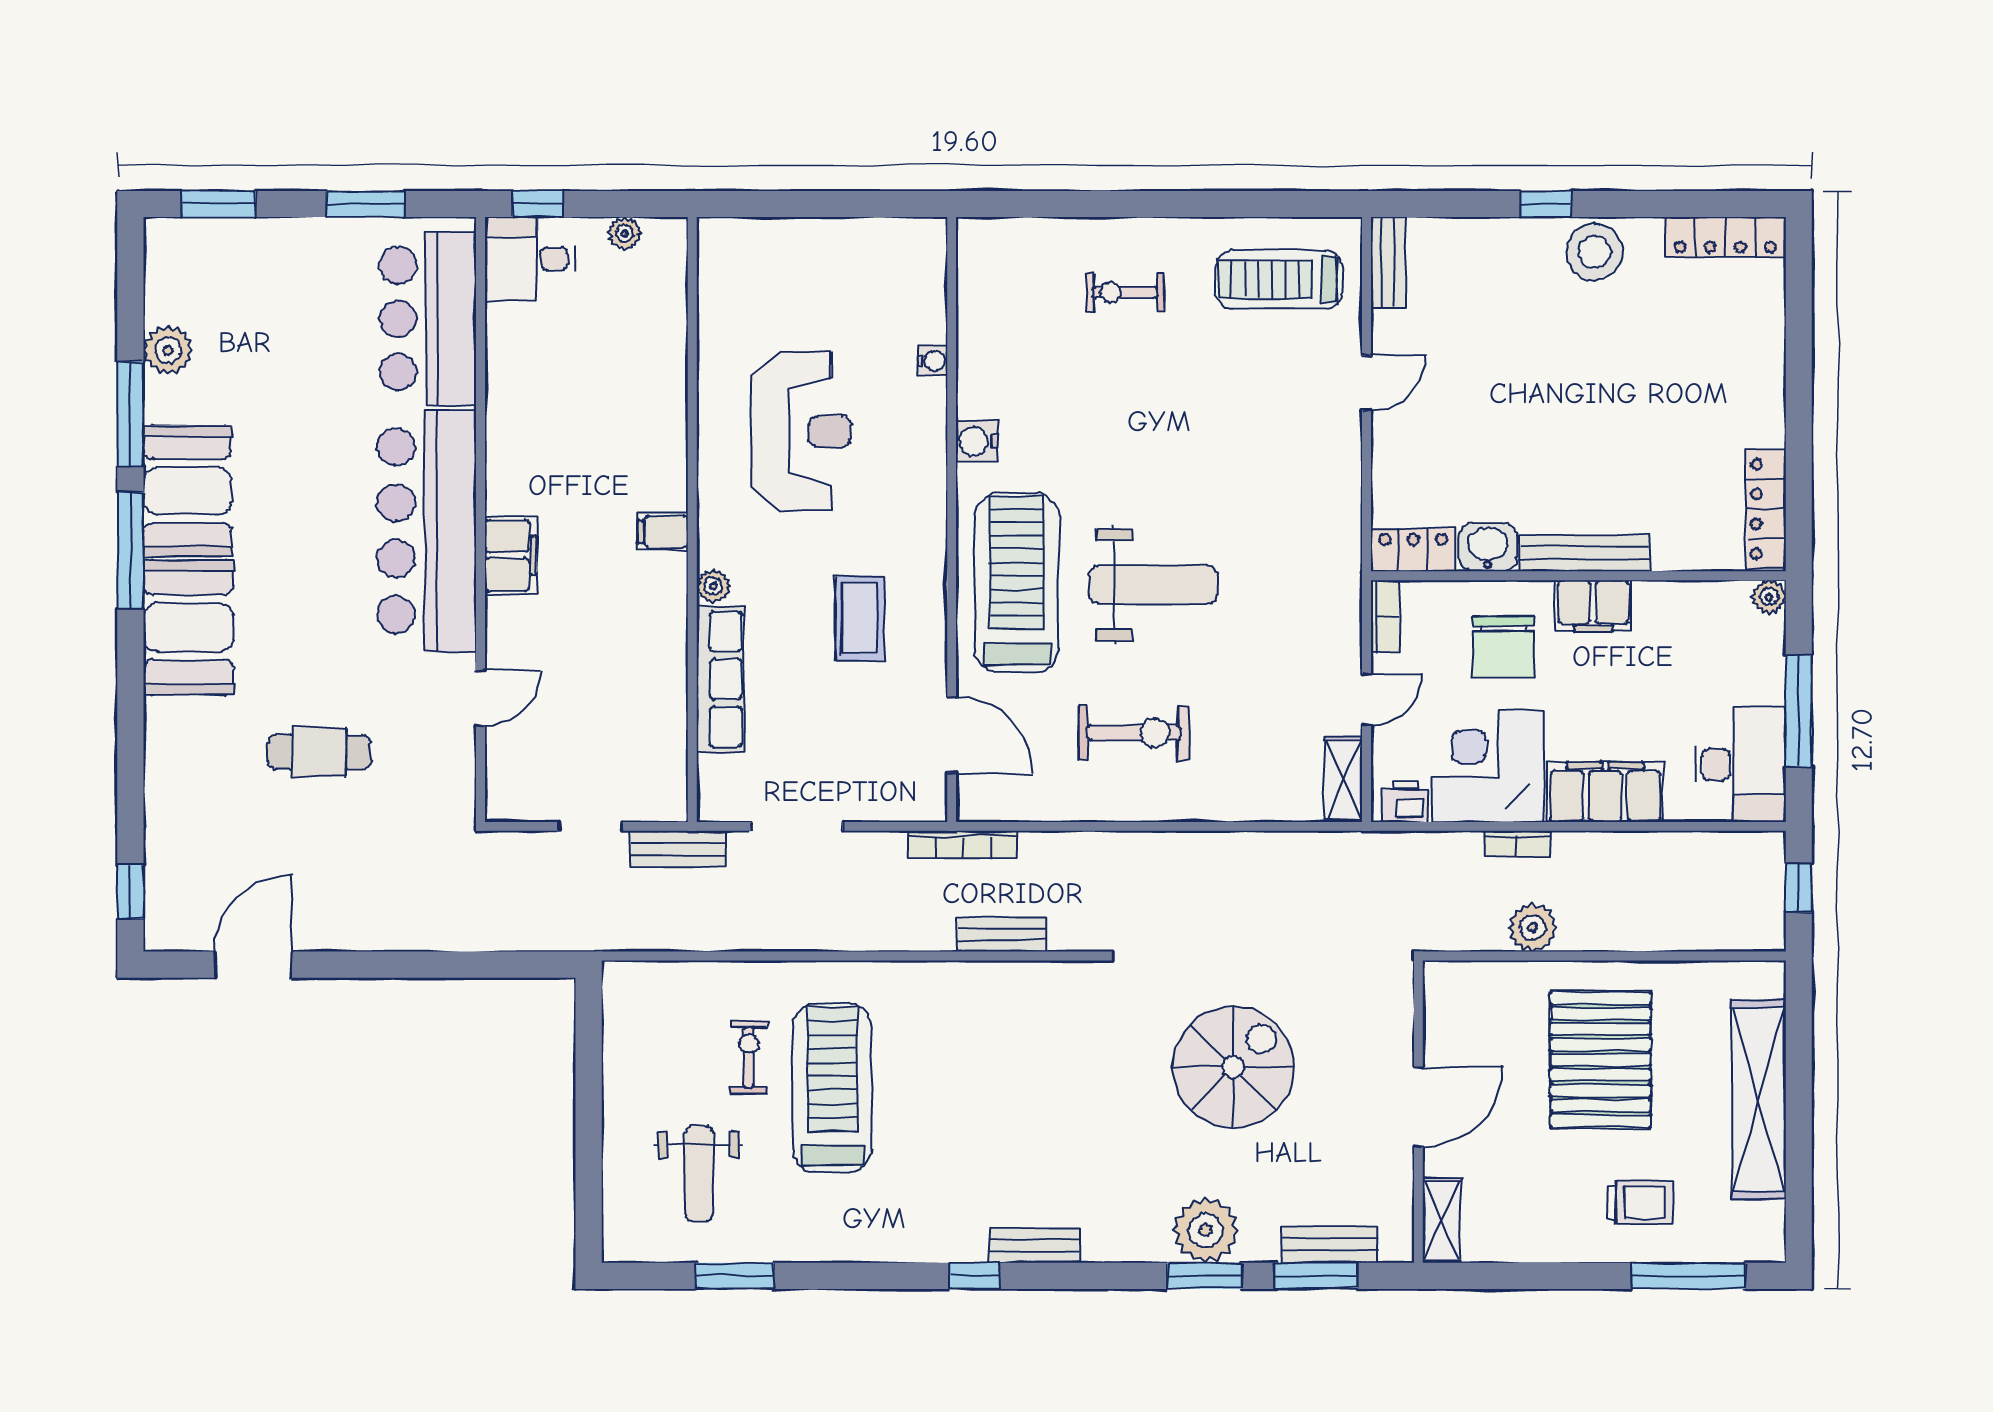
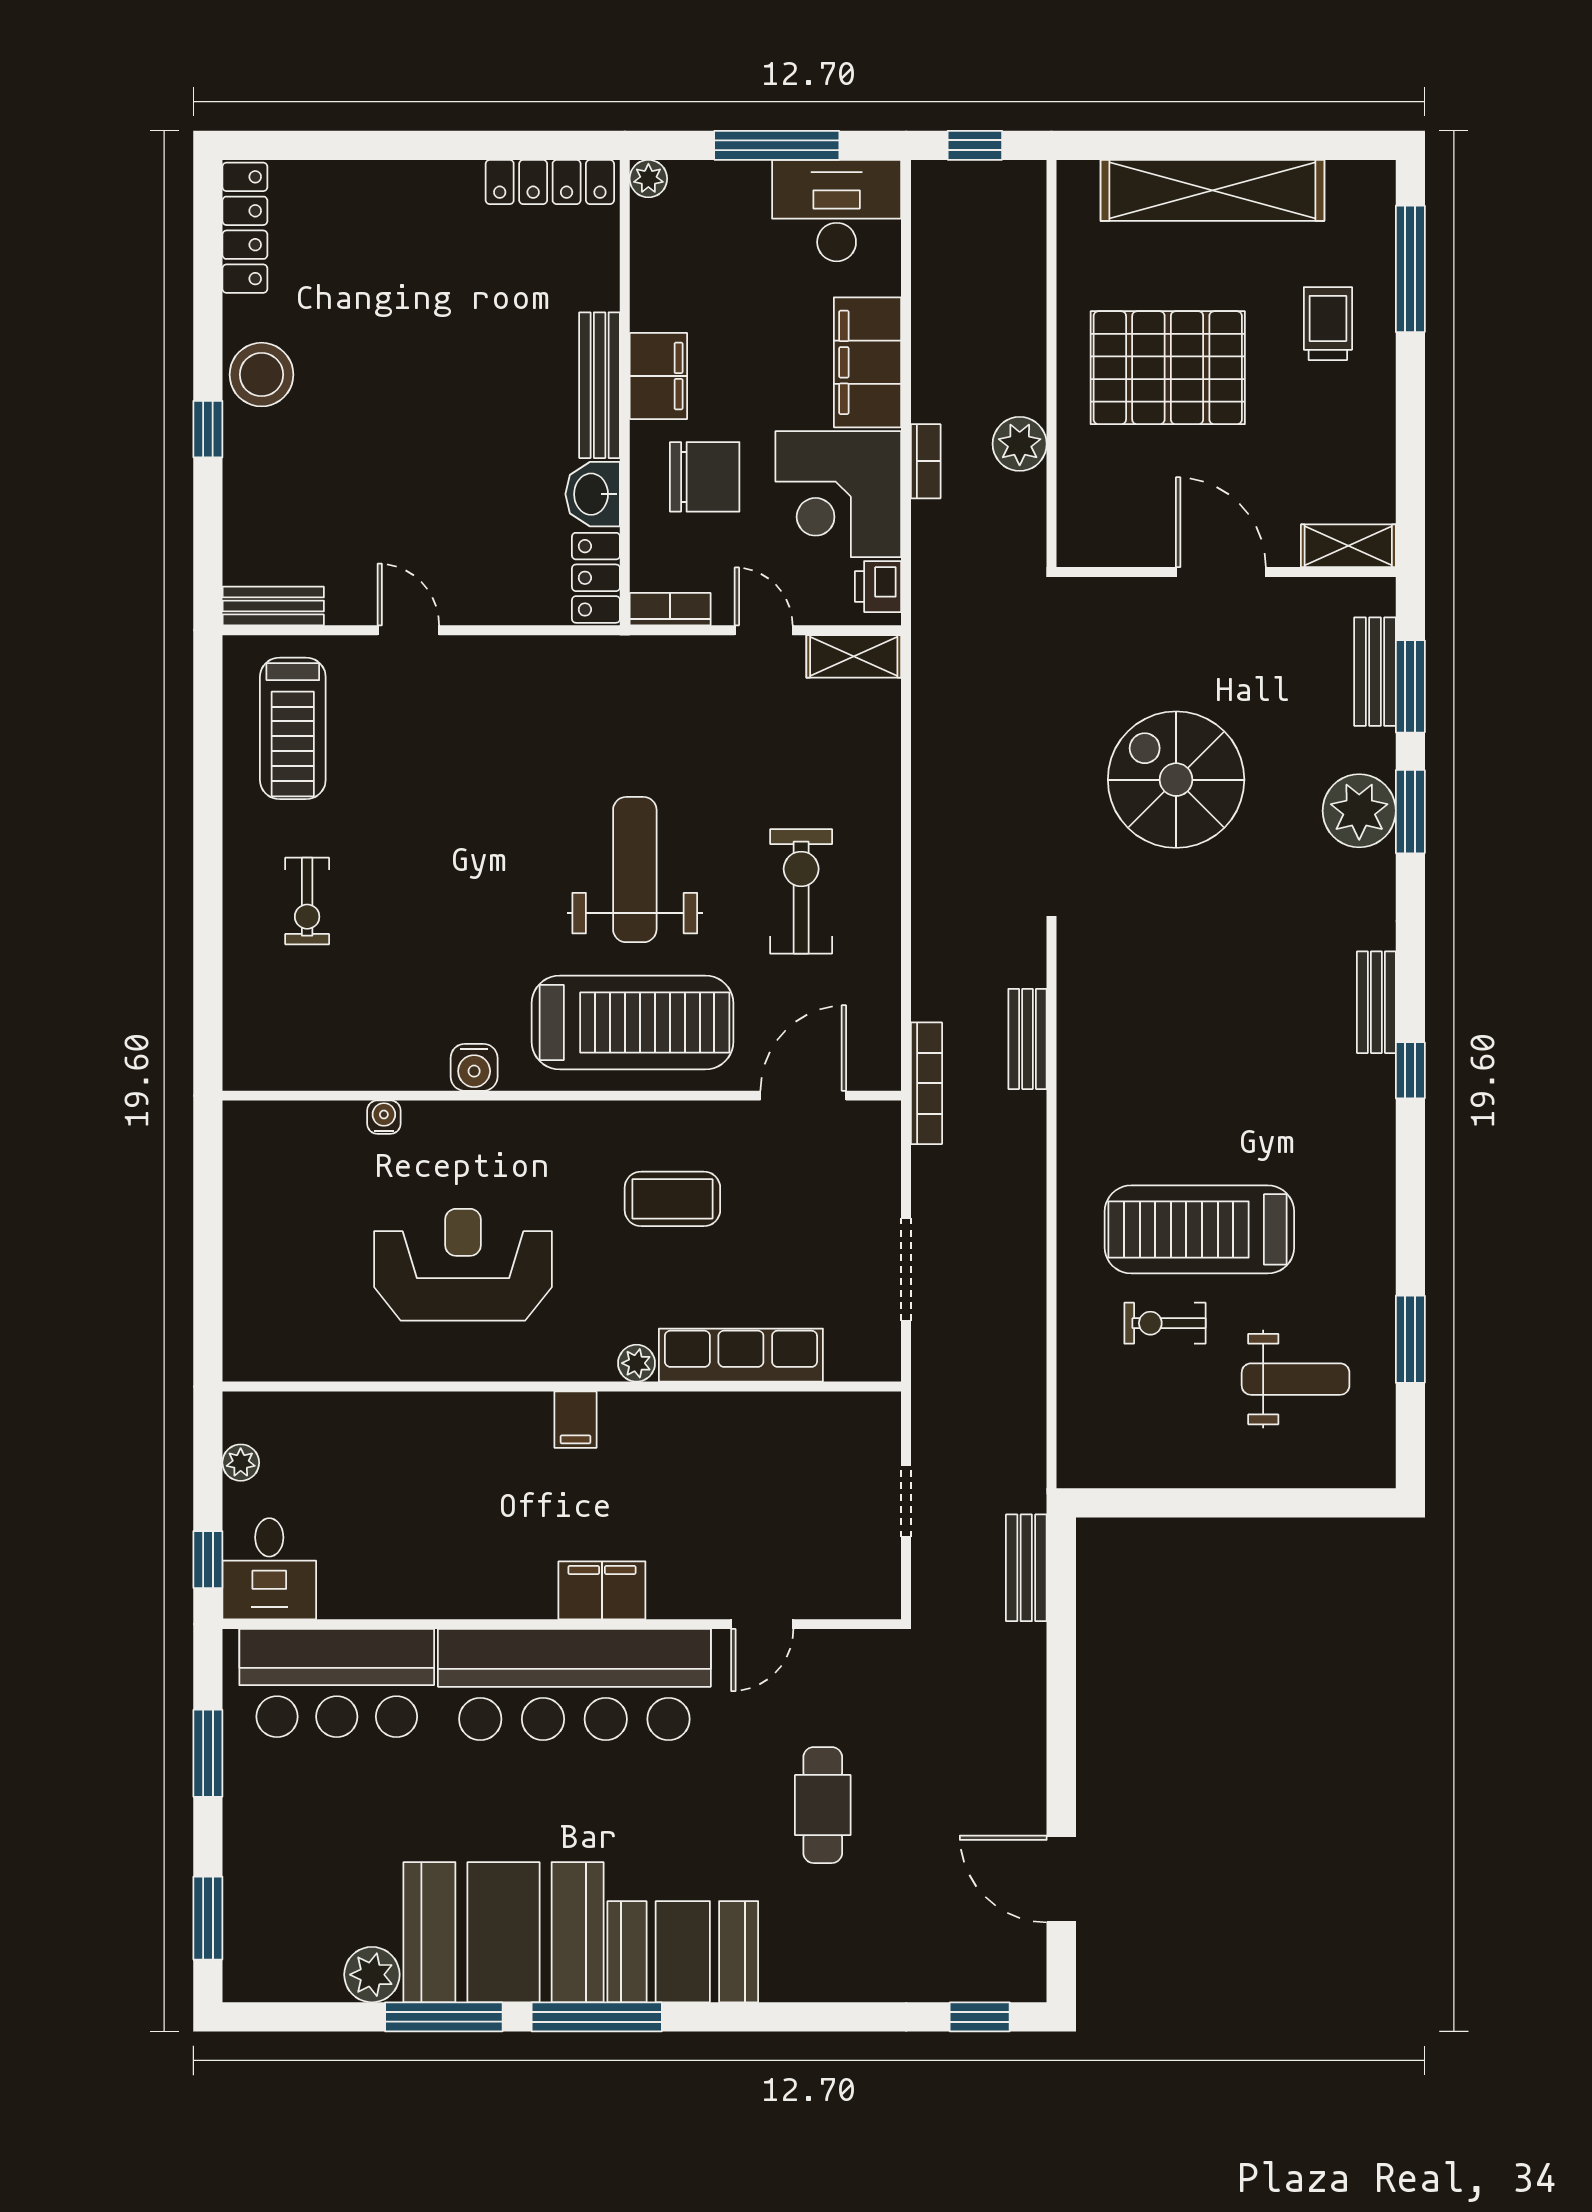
booth: (187, 491) -> (504, 1932), width x1.36, depth x1.42
treadmill: (1017, 583) -> (633, 1022), turned 180
door: (481, 698) -> (762, 1624), swing flipped
bench: (678, 849) -> (1026, 1568), moved

